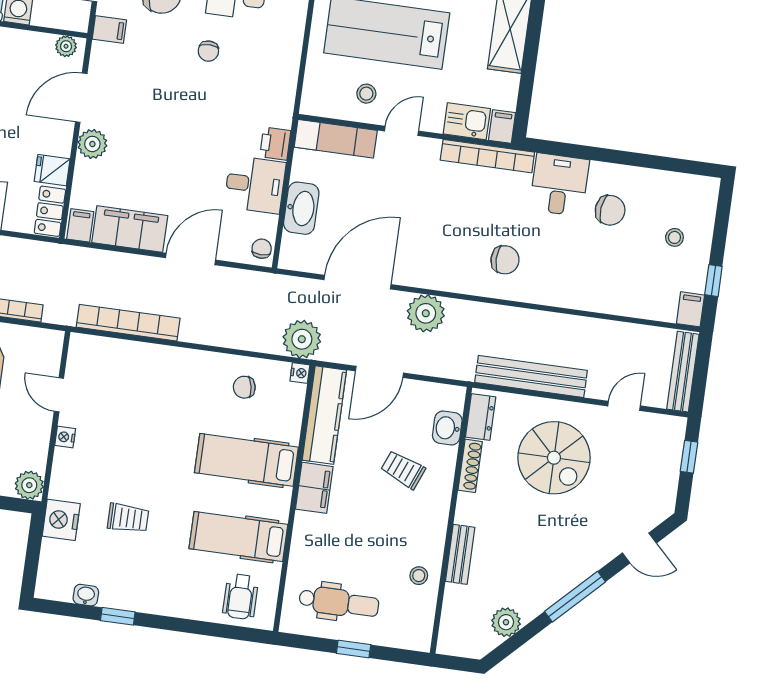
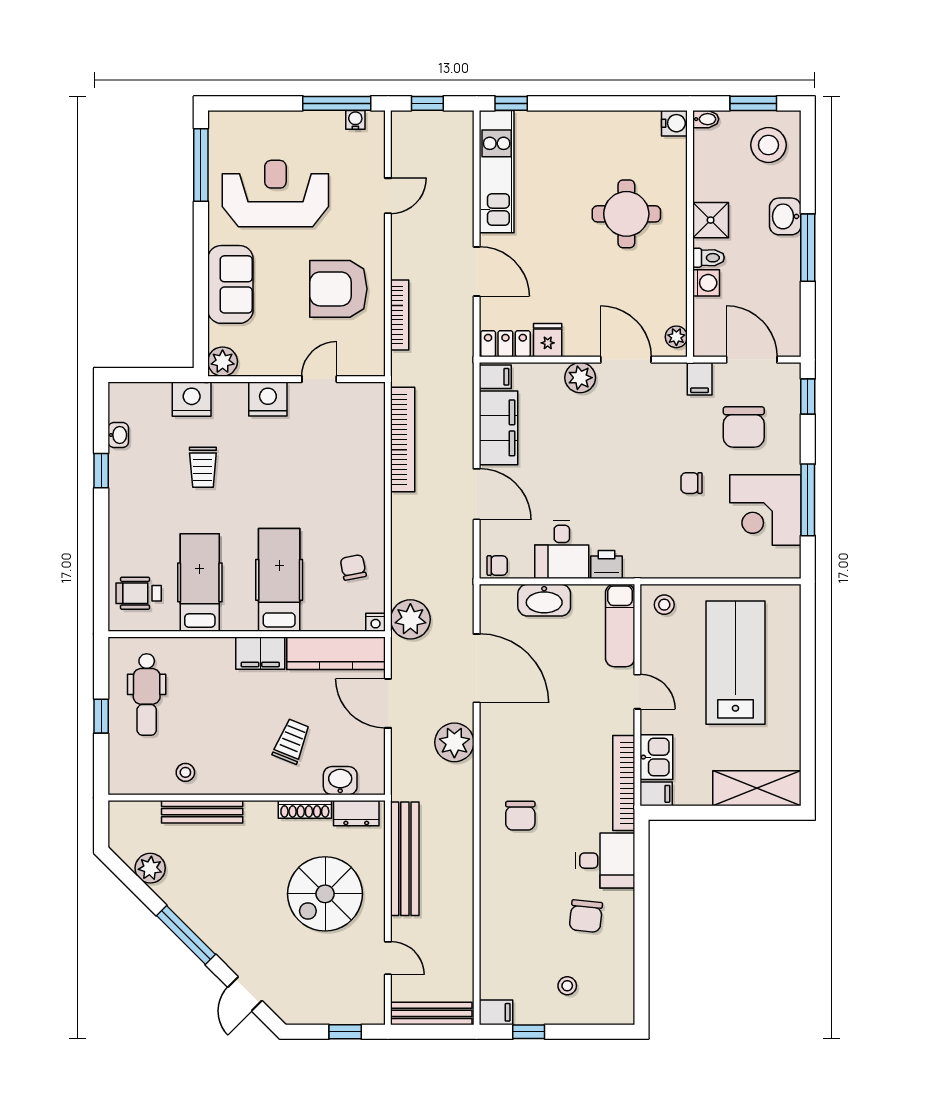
stool: (366, 94) -> (664, 605), moved
nightstand: (65, 437) -> (268, 399), width x1.89, depth x1.79
bench: (460, 554) -> (202, 812), width x1.36

